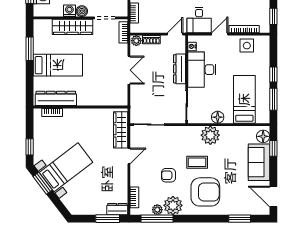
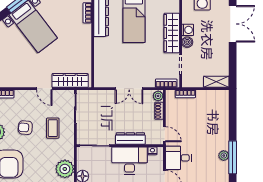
coffee table: (197, 162) -> (53, 128), moved
armchair: (168, 175) -> (25, 128), turned -85

